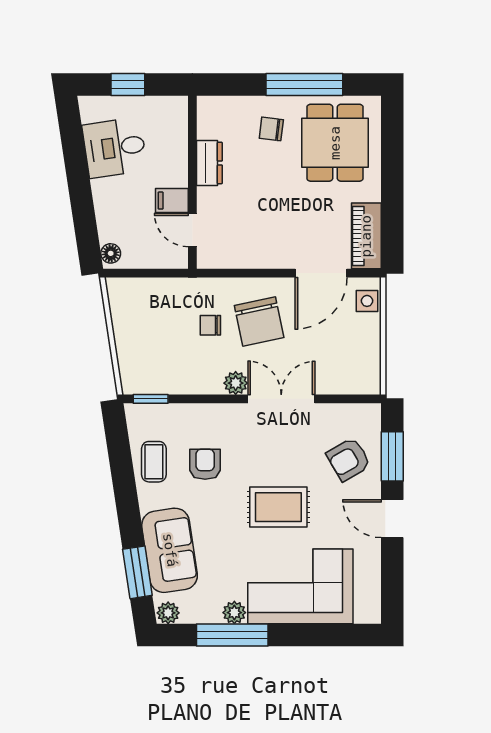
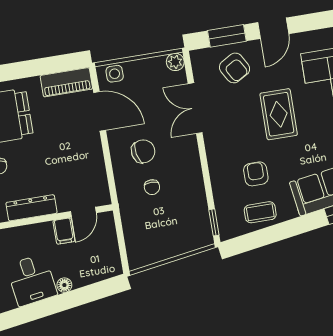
dresser: (209, 163) -> (31, 208), width x1.44
floor lamp: (111, 253) -> (64, 285), moved
chair: (259, 321) -> (143, 151), width x0.73, depth x0.73
plant: (236, 383) -> (175, 62), moved
double door: (281, 399) -> (195, 108), moved
armchair: (205, 464) -> (256, 174), turned 90

